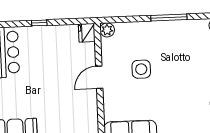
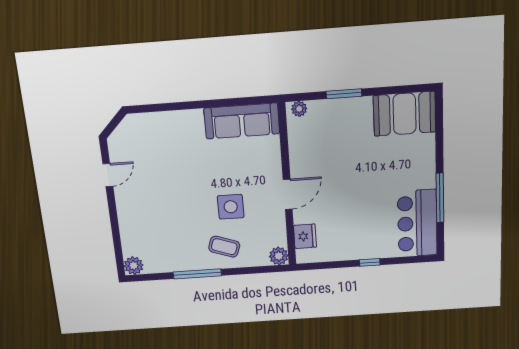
fridge: (87, 33) -> (305, 236), moved
coffee table: (147, 39) -> (224, 247), added

